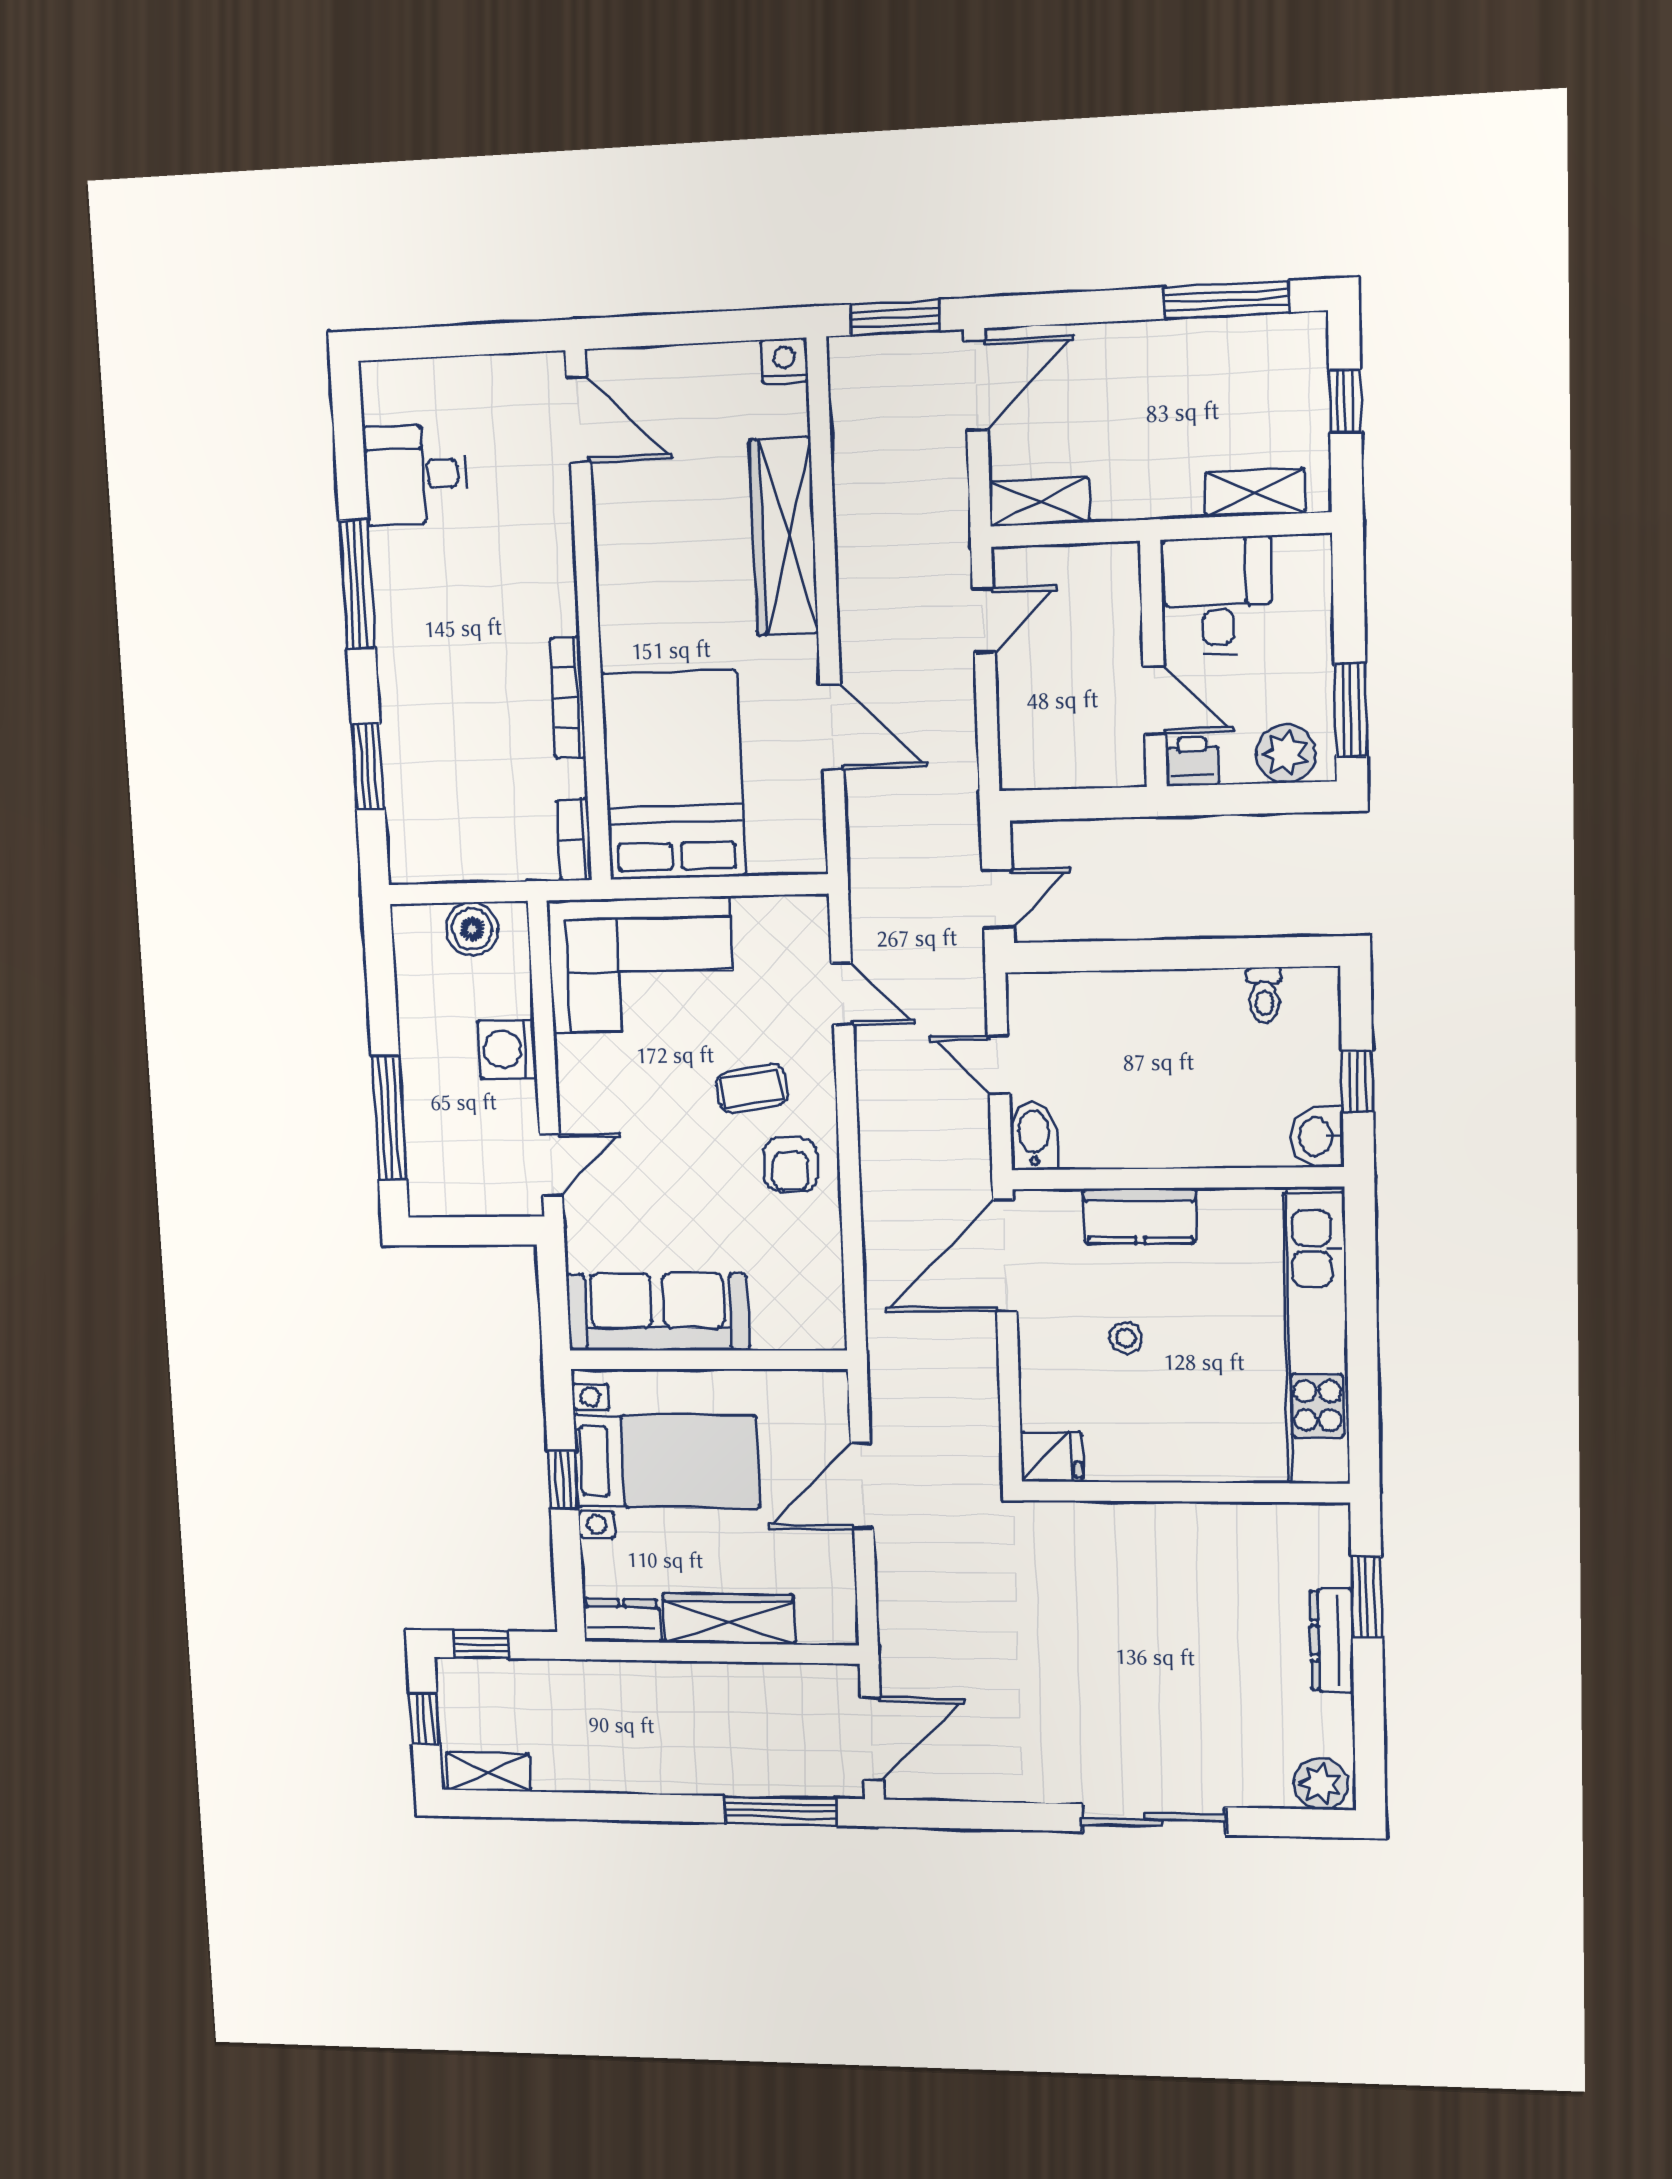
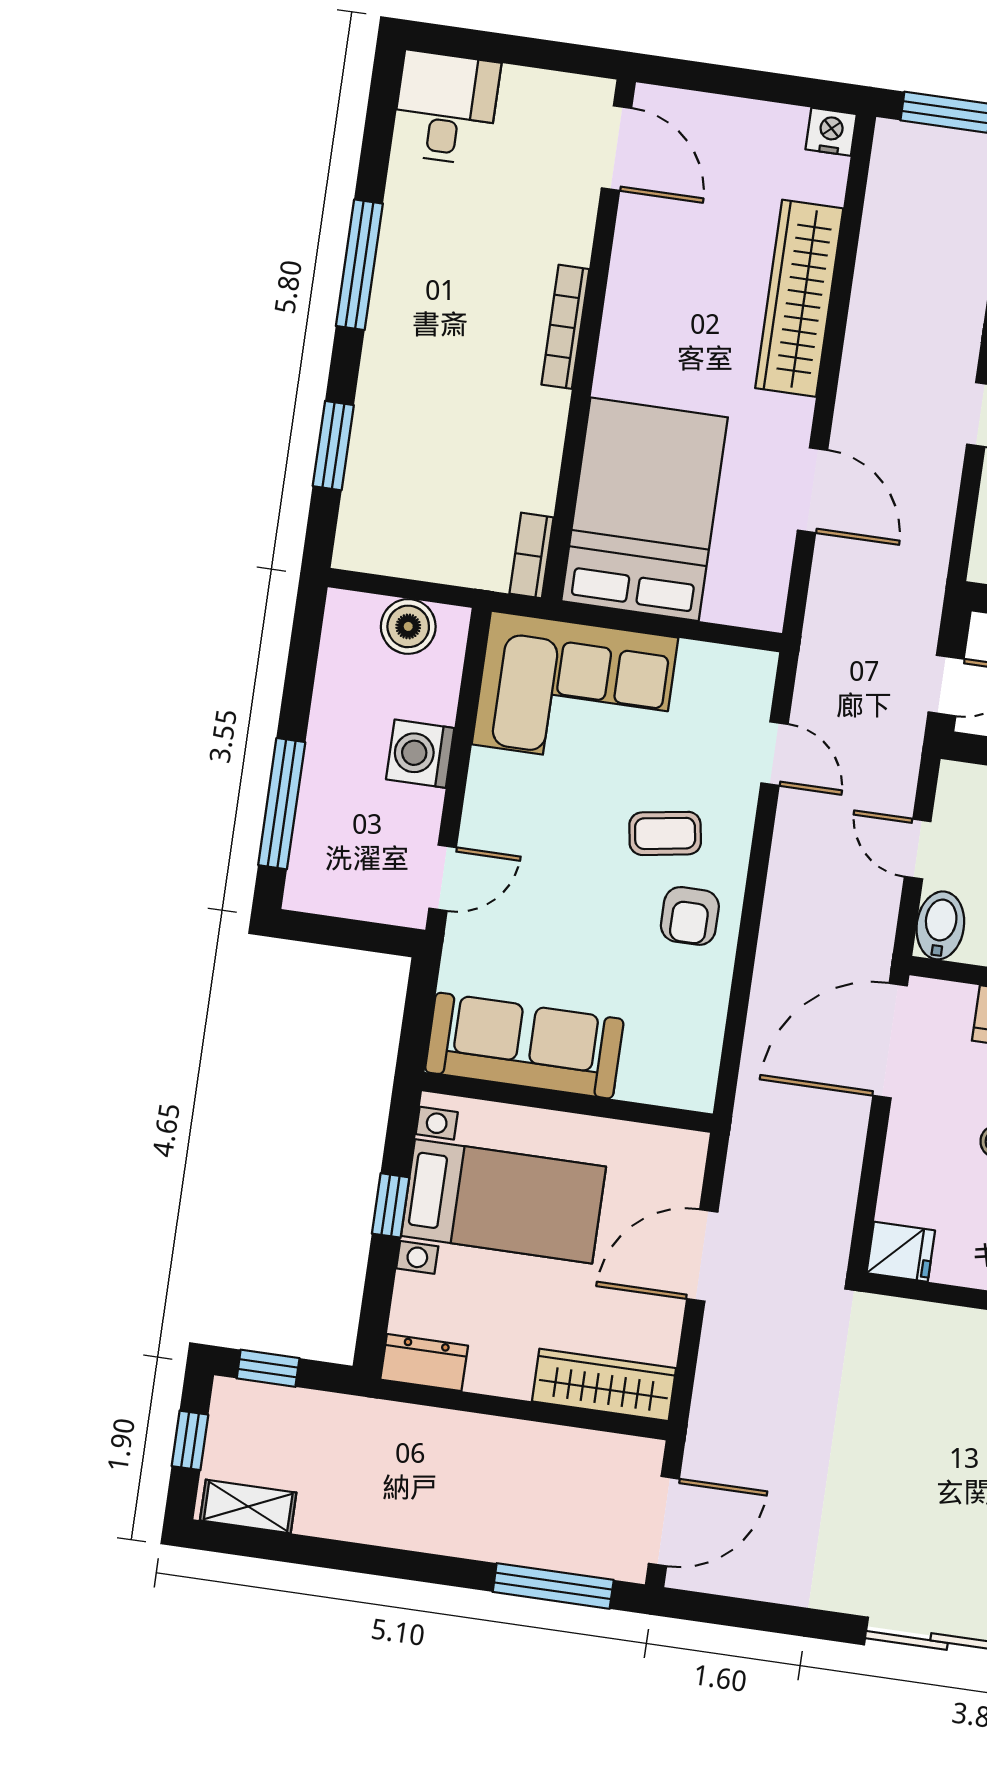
desk: (415, 475) -> (446, 108), moved, turned 90
bookcase: (568, 697) -> (565, 327), moved
wardrobe: (729, 1619) -> (604, 1385), moved

